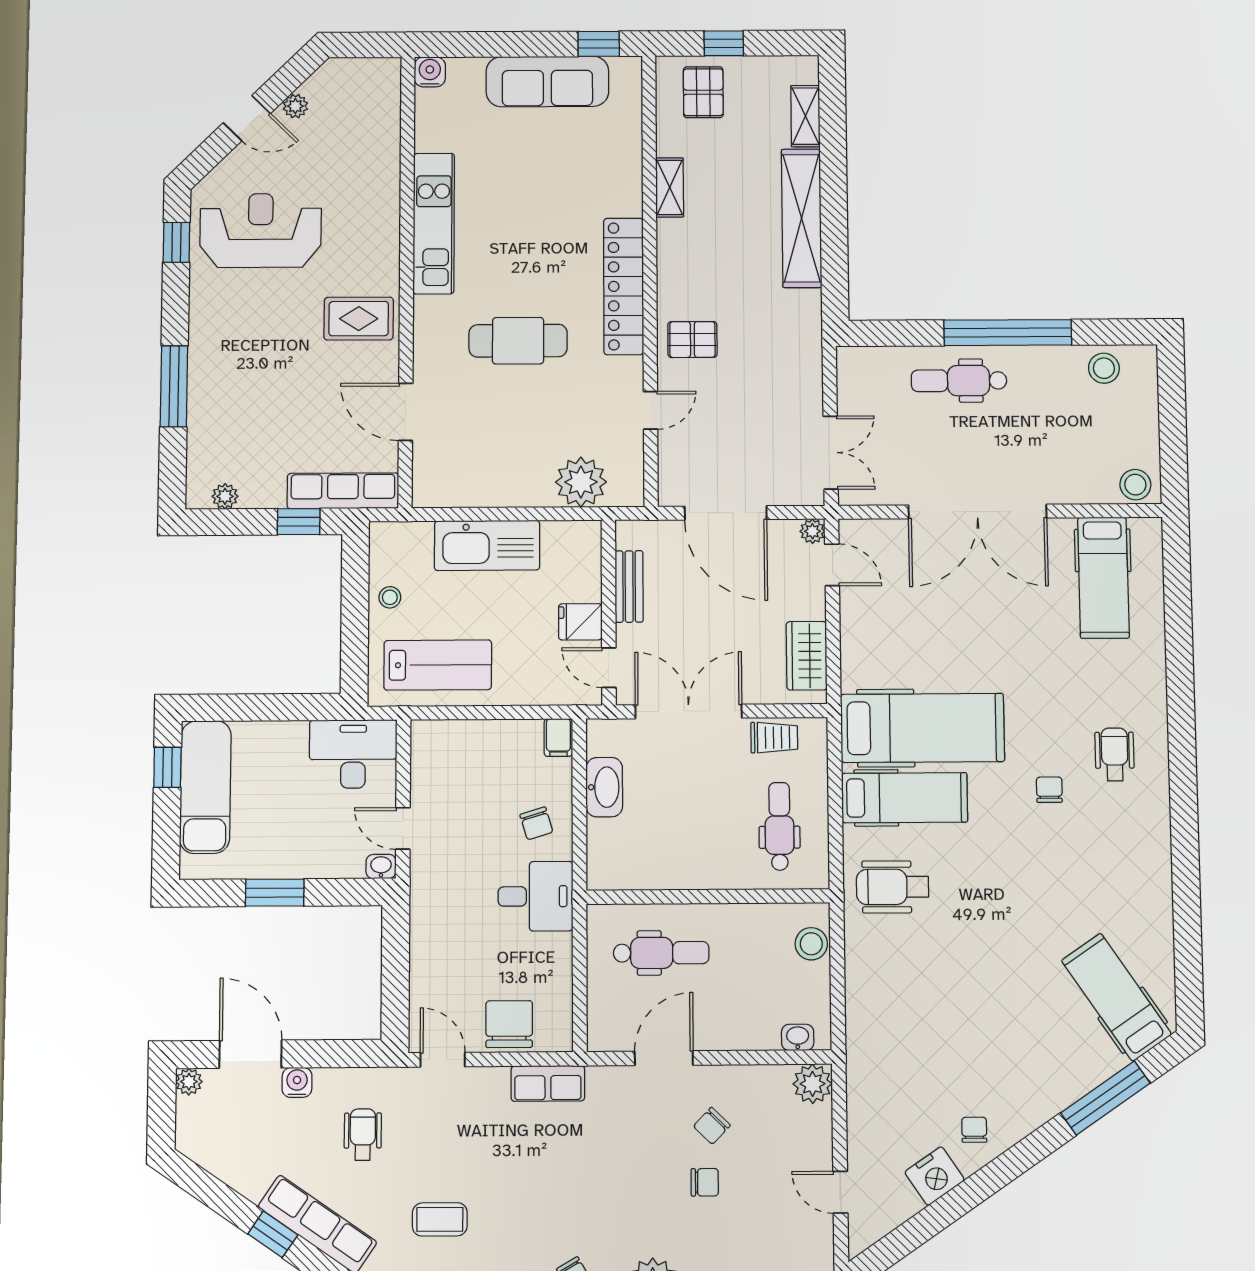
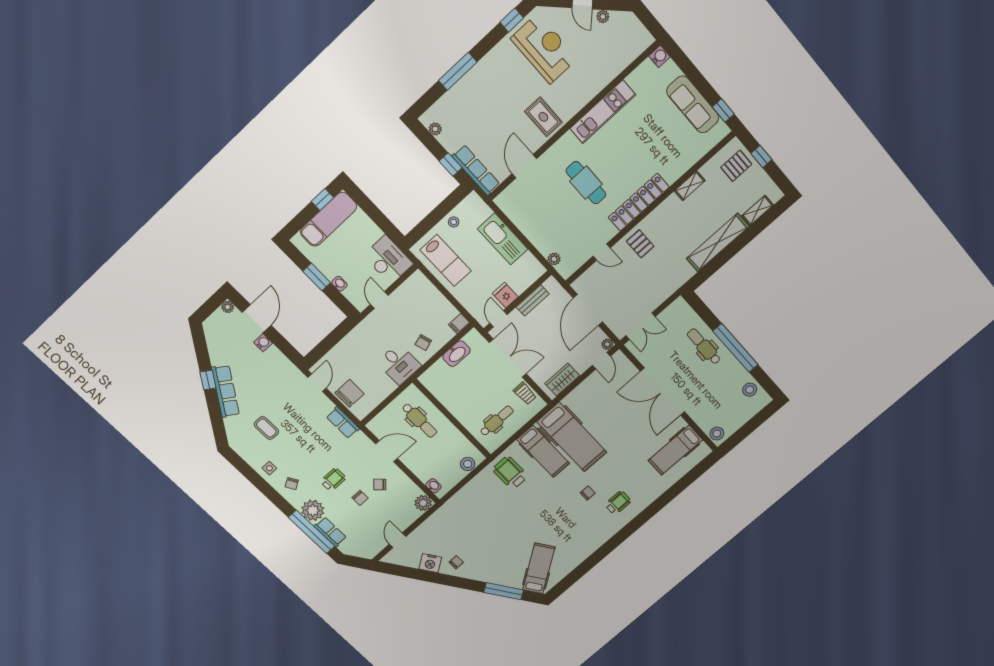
plant: (581, 482) -> (554, 259), width x0.53, depth x0.53
washbasin: (381, 866) -> (339, 284), moved
wheelchair: (363, 1135) -> (333, 480), moved

